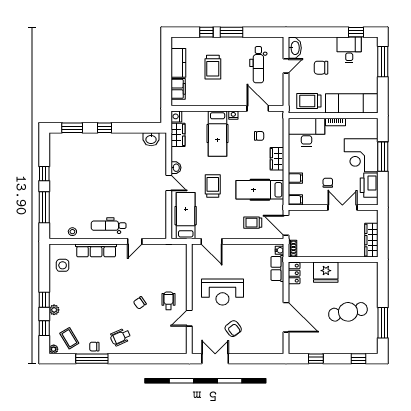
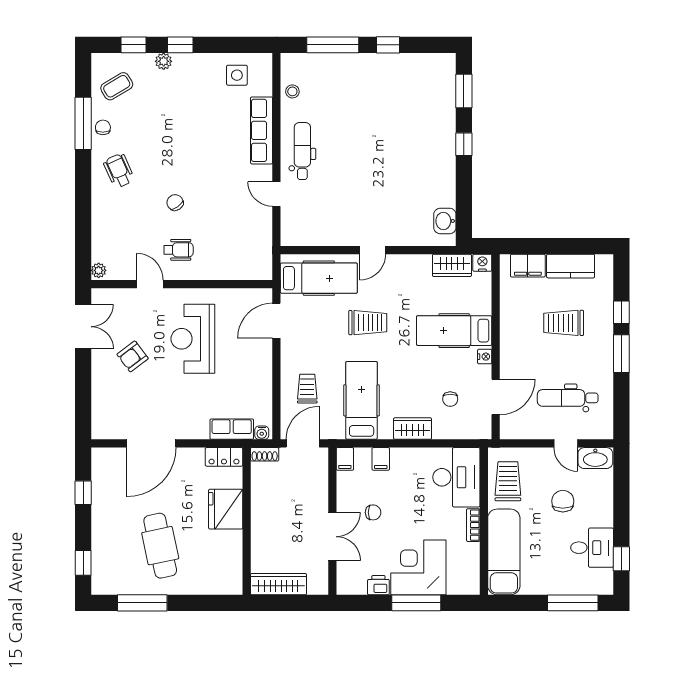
washbasin: (176, 168) -> (398, 262), removed
printer: (369, 185) -> (378, 585), width x0.53, depth x0.68
plant: (54, 349) -> (99, 270), moved

